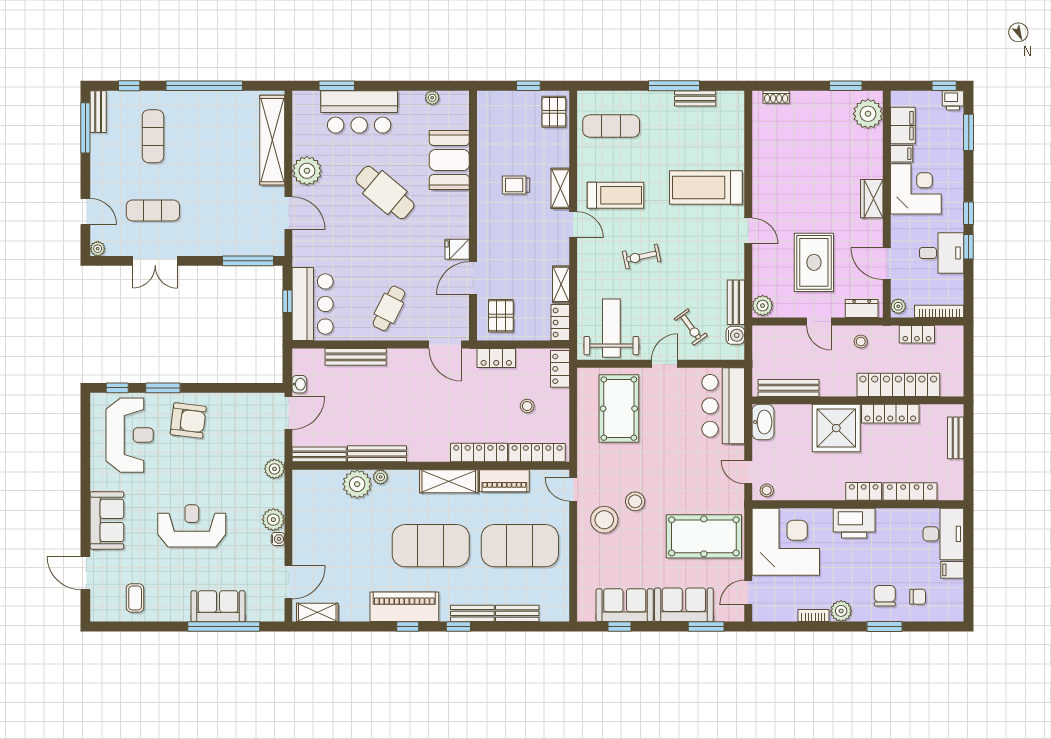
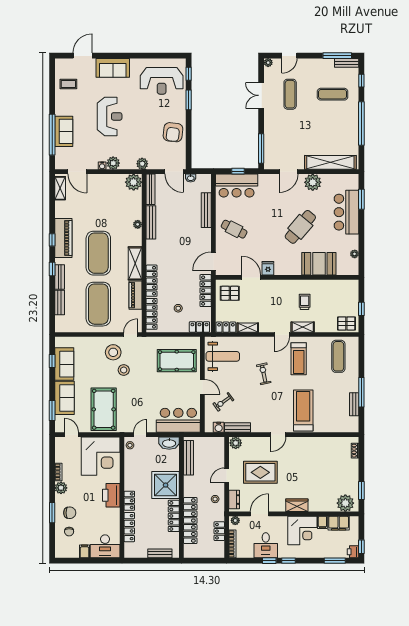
locker: (496, 358) -> (206, 291), width x1.53
armchair: (188, 421) -> (173, 132), moved
plant: (357, 484) -> (134, 182), moved

